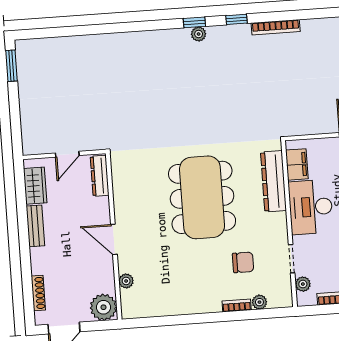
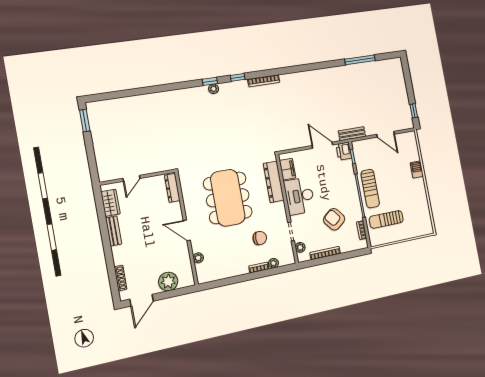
dresser: (100, 176) -> (172, 188), moved
wall: (114, 236) -> (186, 228), moved
door: (114, 239) -> (187, 230), moved
plant: (126, 281) -> (198, 258), moved

